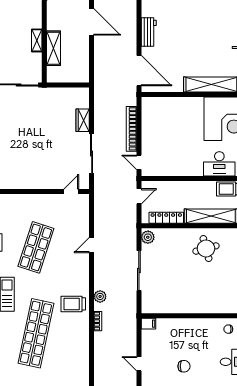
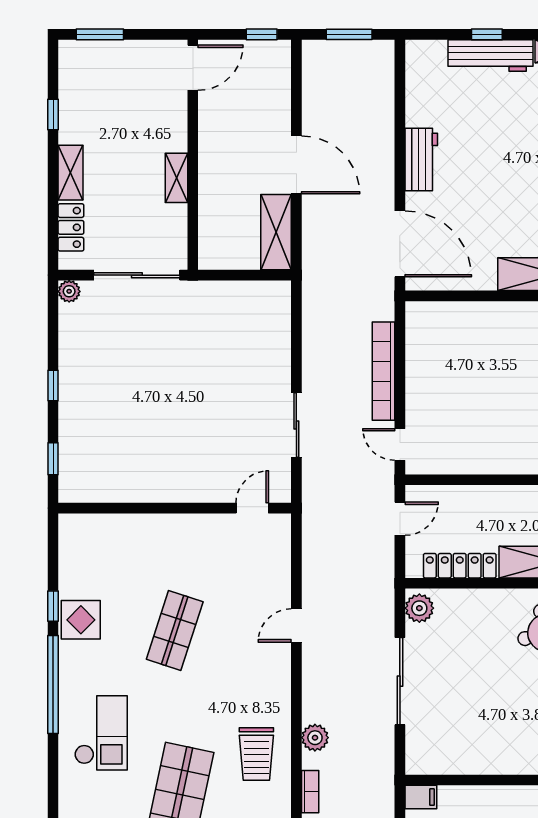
door: (92, 22) -> (296, 165), moved
shelving: (53, 48) -> (276, 232), moved
wardrobe: (83, 120) -> (277, 352), removed
sliding door: (92, 153) -> (296, 425), width x0.73
shop shelf: (36, 247) -> (175, 631), width x0.70, depth x0.74
trolley: (73, 304) -> (256, 754), turned -90

